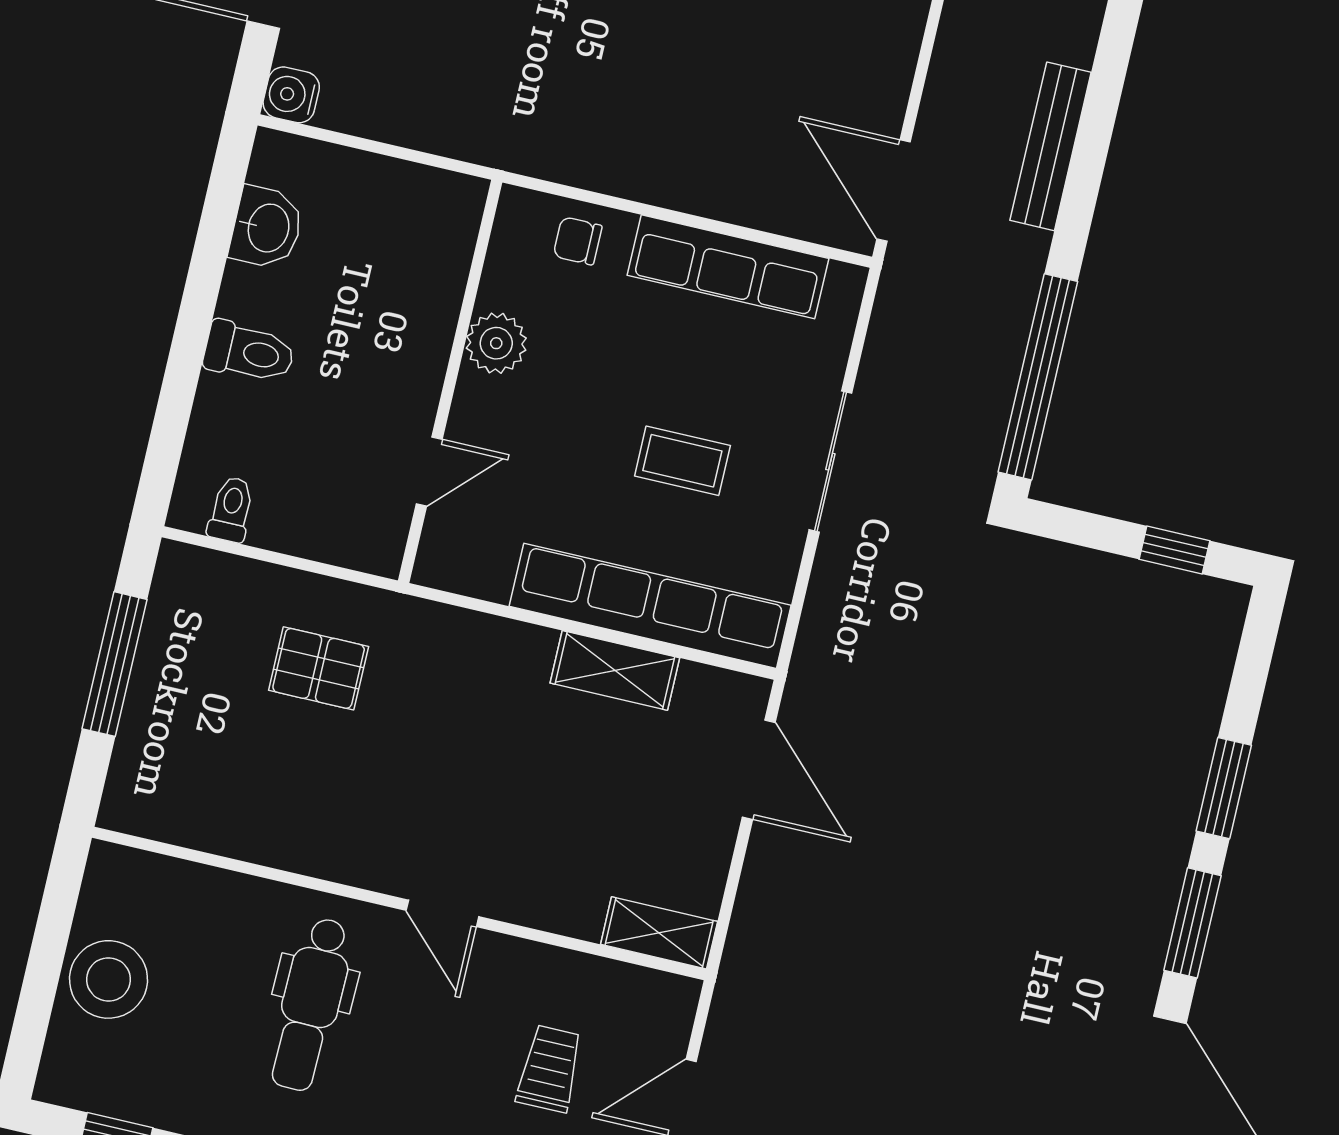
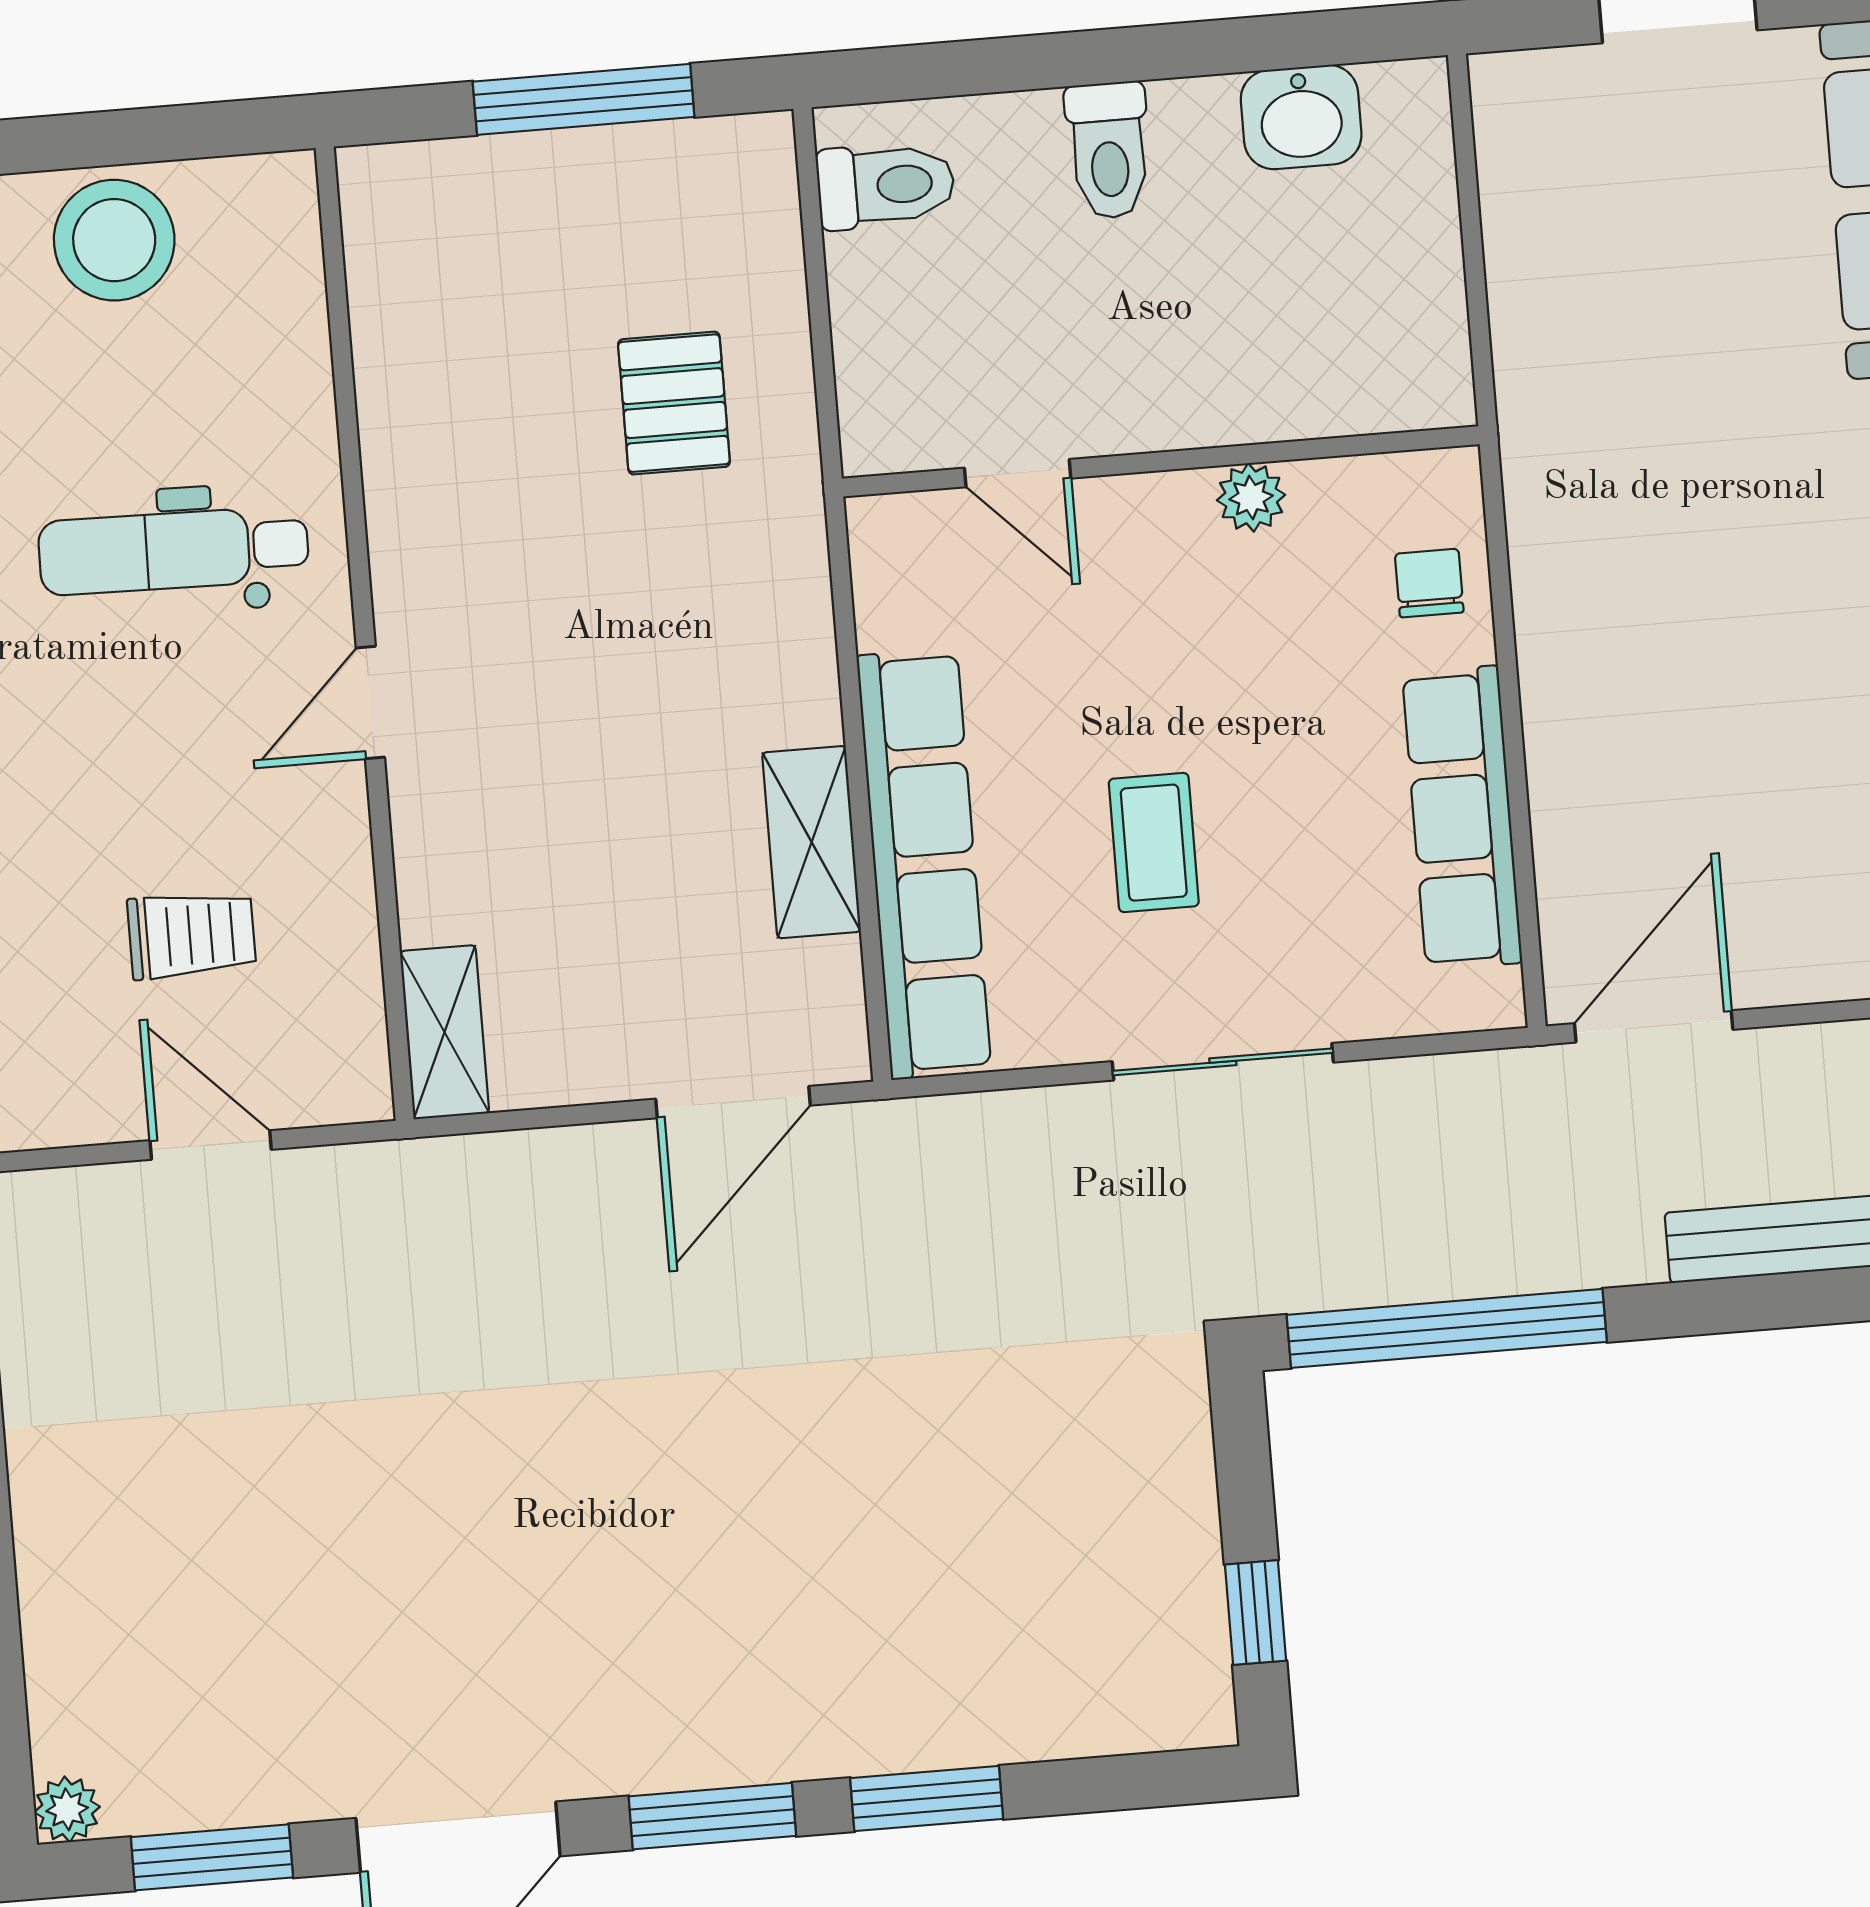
water cooler: (291, 95) -> (1509, 90), removed
plant: (496, 343) -> (1251, 497), width x0.73, depth x0.73
toilet: (231, 509) -> (886, 185), width x1.37, depth x1.39

